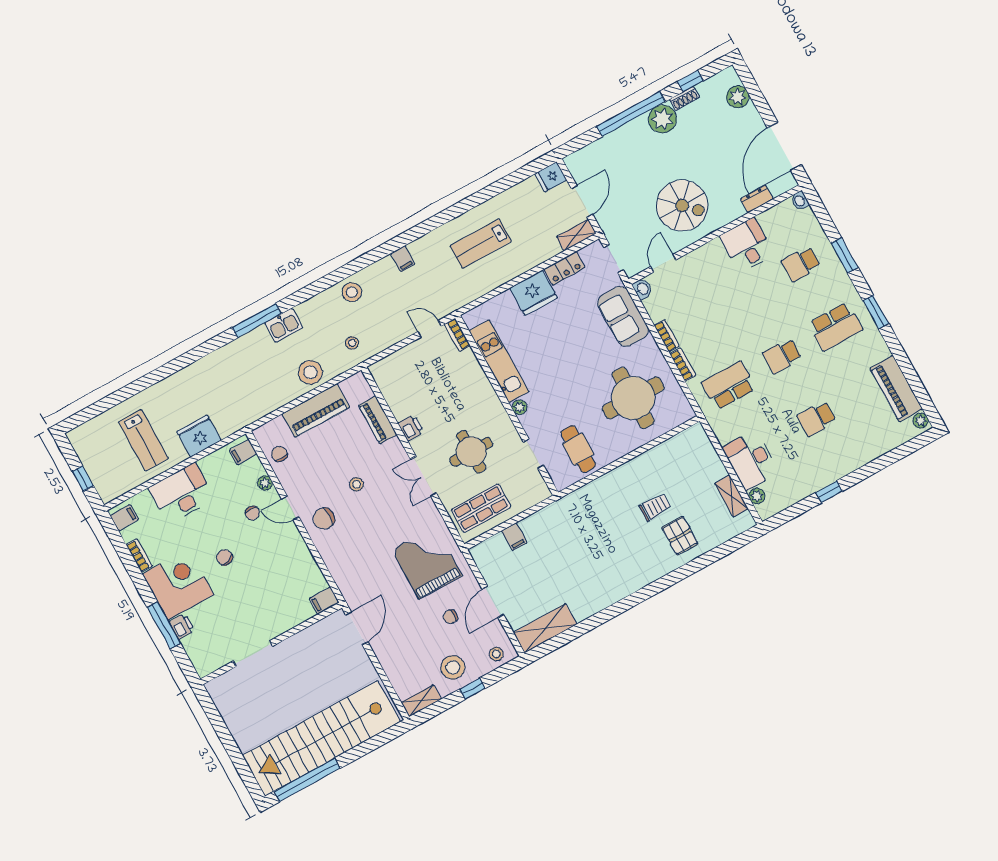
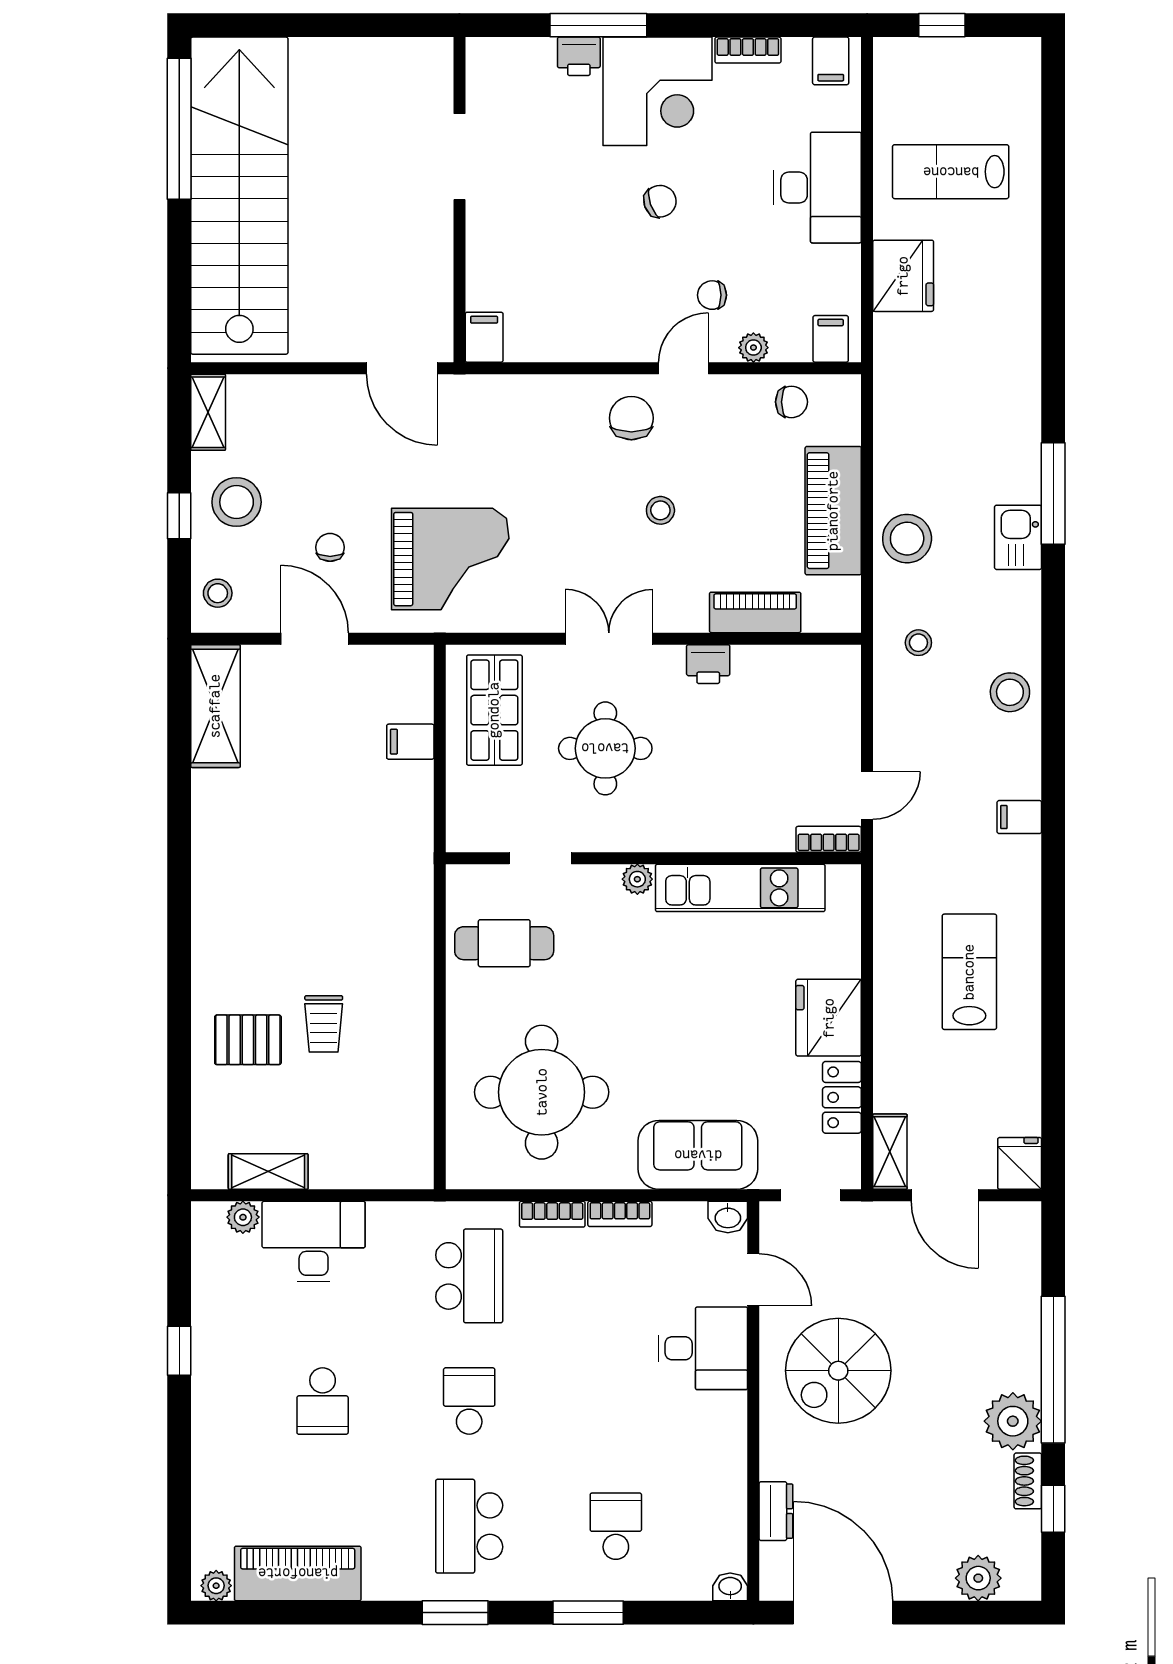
desk: (747, 245) -> (703, 1348), moved
school desk: (817, 419) -> (323, 1401), turned 180

